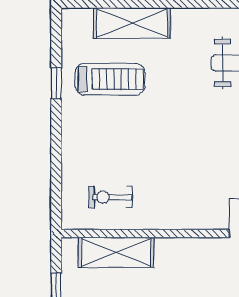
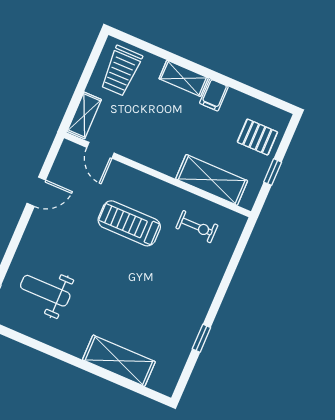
treadmill: (110, 79) -> (129, 223), moved

